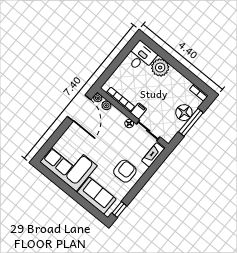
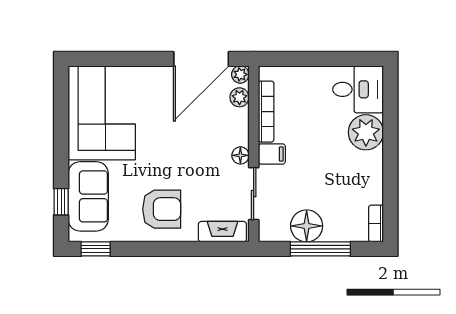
floor lamp: (184, 113) -> (307, 226), moved
window: (90, 208) -> (61, 202), added

